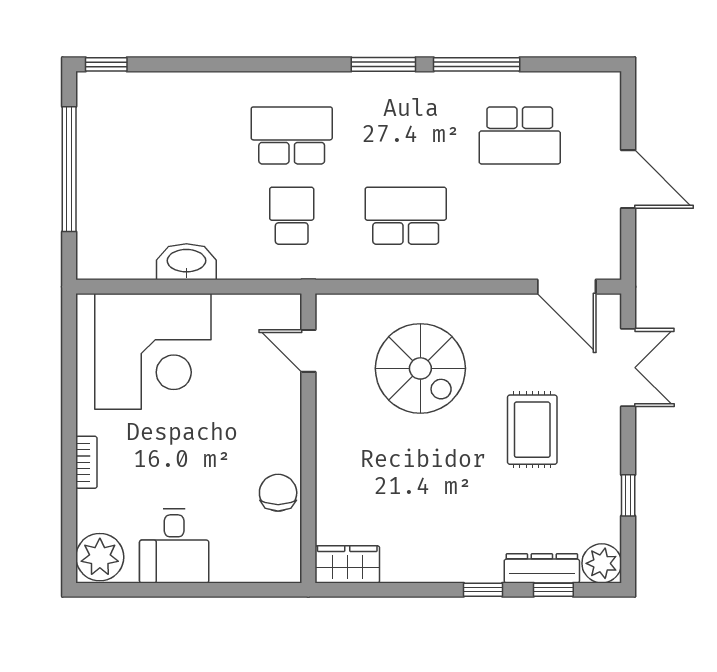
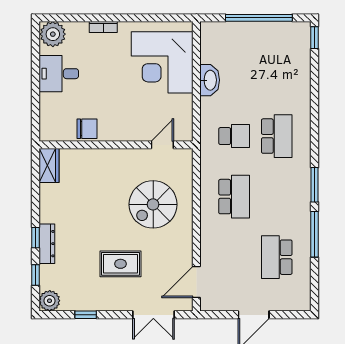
dresser: (542, 568) -> (47, 244), moved

